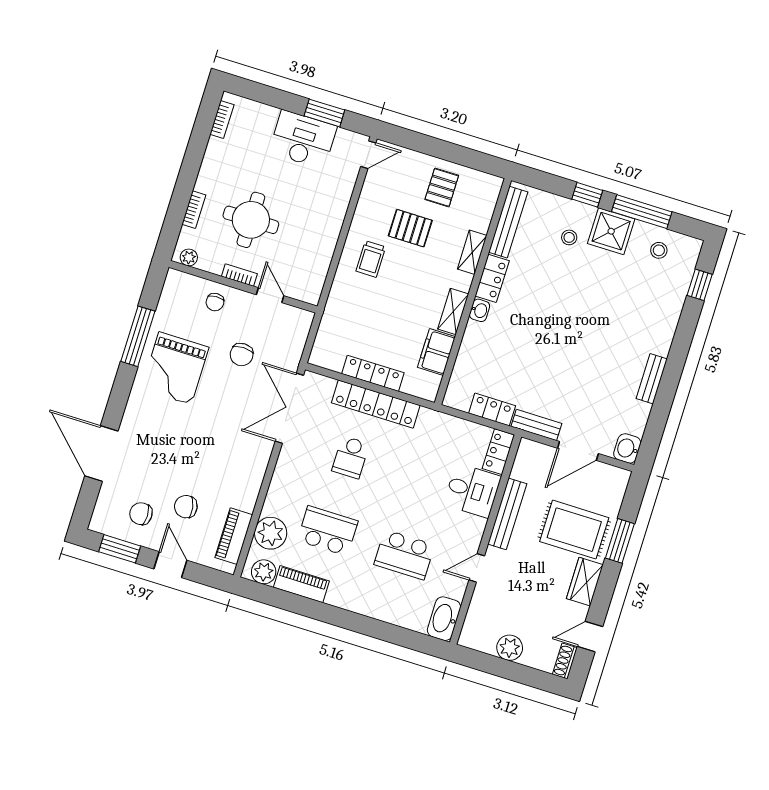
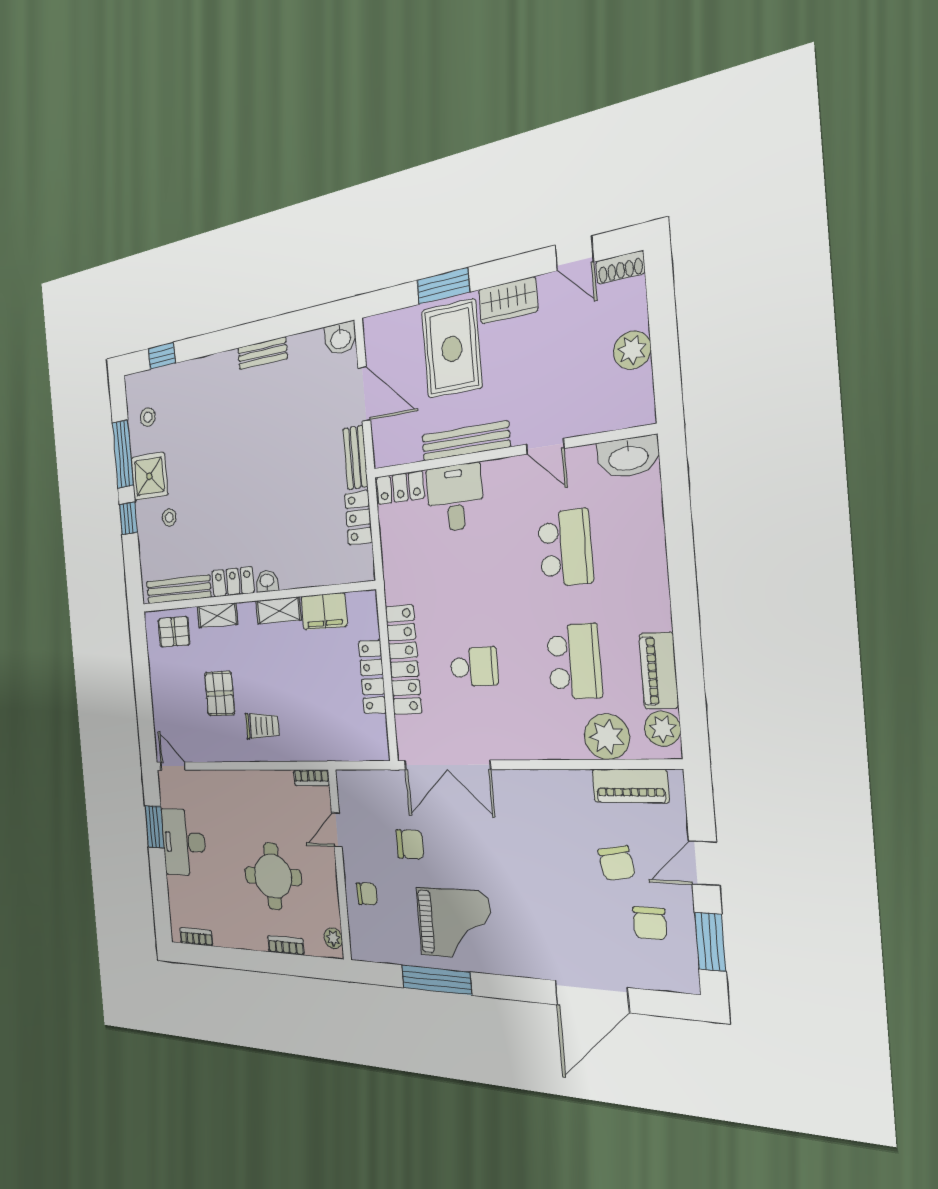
pallet: (442, 187) -> (174, 632), moved
bookcase: (239, 275) -> (311, 778), moved, turned -90
school desk: (328, 531) -> (574, 662), turned 180

